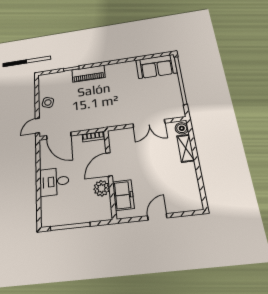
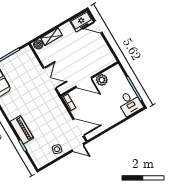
double door: (149, 123) -> (50, 78), moved
door: (59, 136) -> (79, 128), hinge flipped
desk: (54, 182) -> (130, 103), moved
freezer: (123, 195) -> (82, 21), moved, turned 180
door: (157, 217) -> (98, 27), moved

